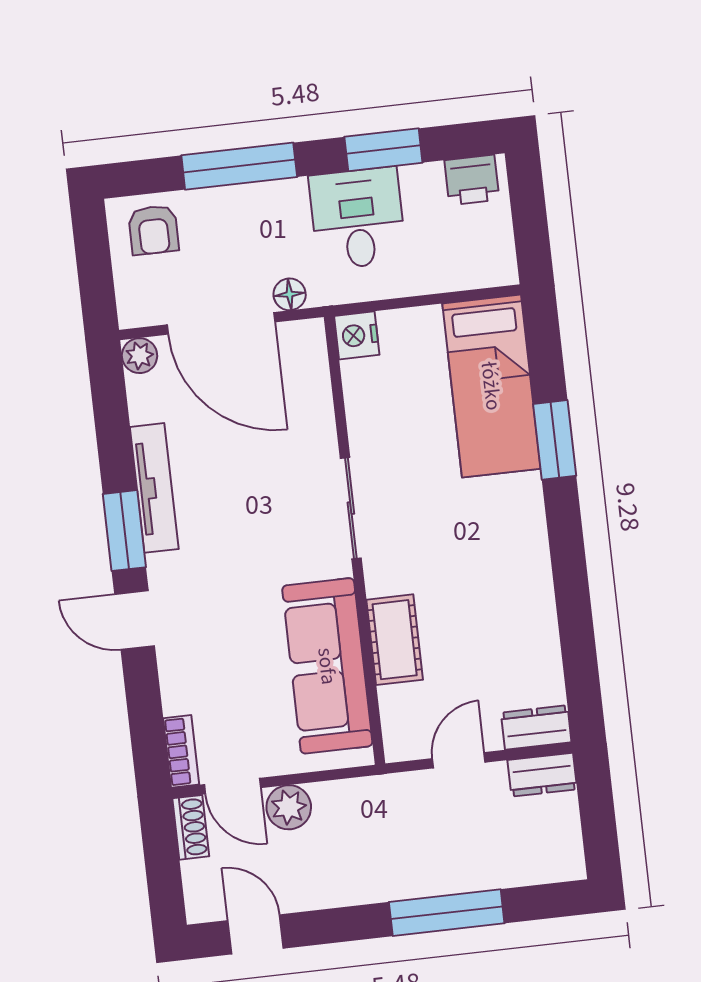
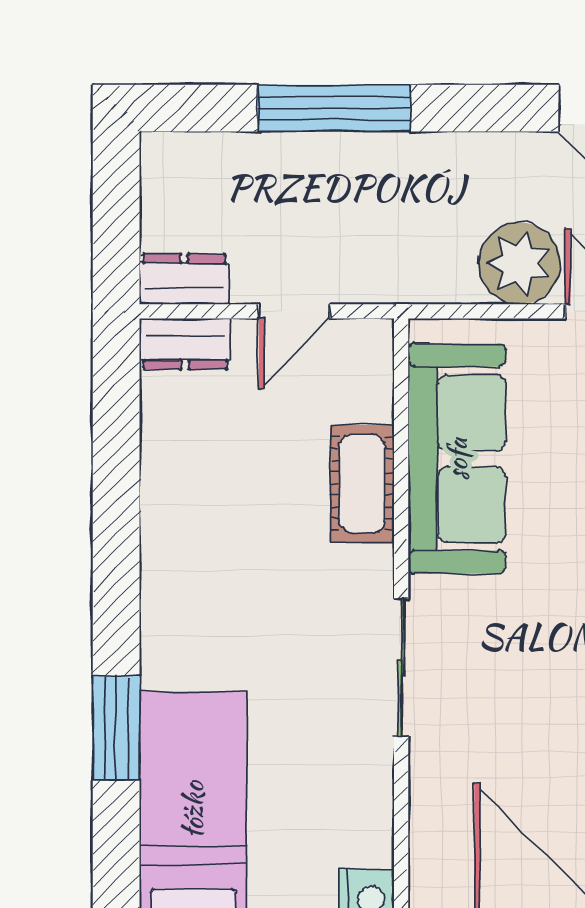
plant: (289, 807) -> (520, 263), width x1.36, depth x1.36

